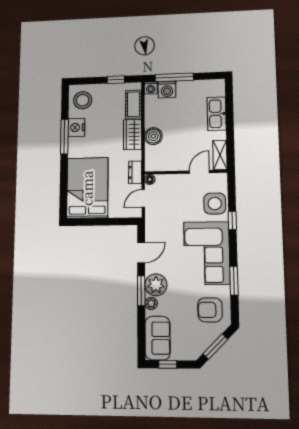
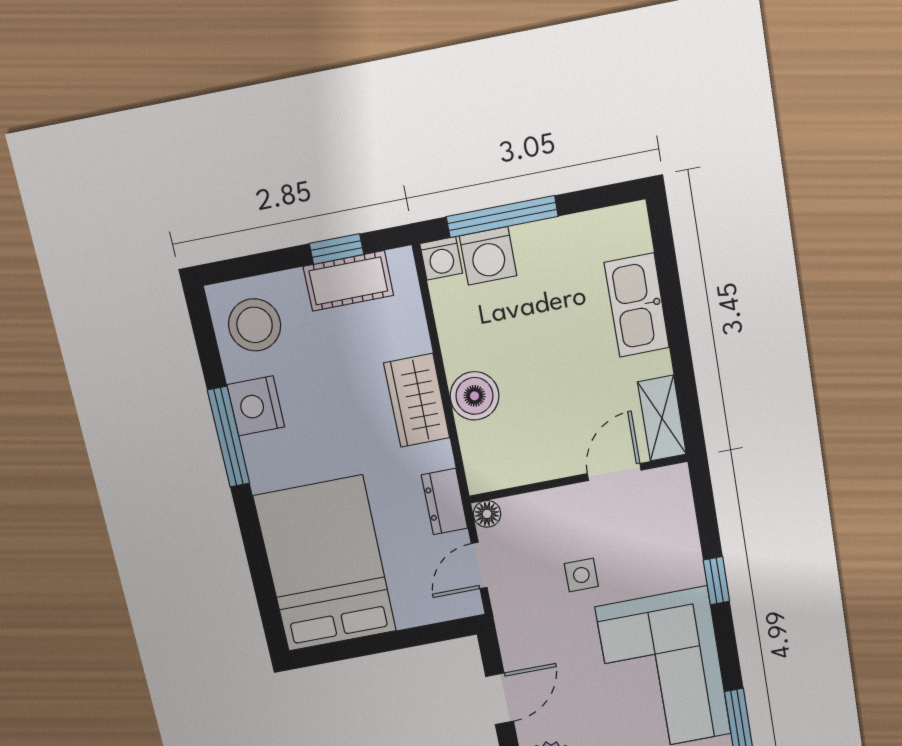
cot: (134, 104) -> (348, 281), moved, turned 90
side table: (215, 204) -> (581, 575), moved, width x0.54, depth x0.54

